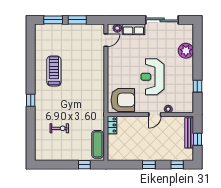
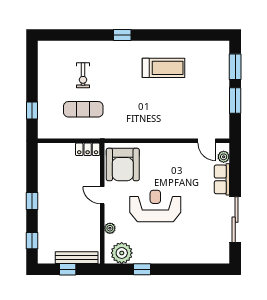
plant: (186, 51) -> (122, 253), moved
door: (155, 114) -> (102, 195), moved
exercise mat: (97, 144) -> (83, 109), moved

